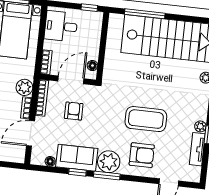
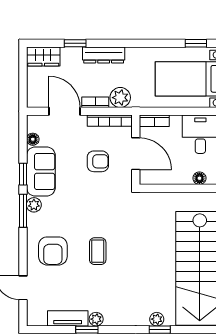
floor lamp: (92, 66) -> (199, 178), moved
coffee table: (146, 119) -> (98, 251), width x0.54, depth x0.58
plant: (109, 162) -> (34, 205), width x0.53, depth x0.53

